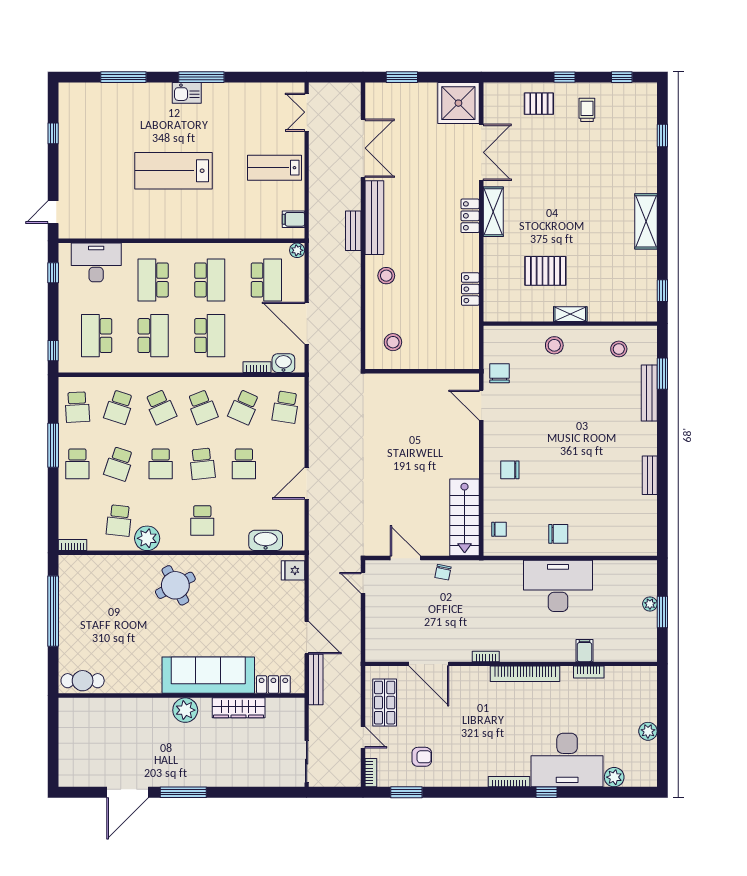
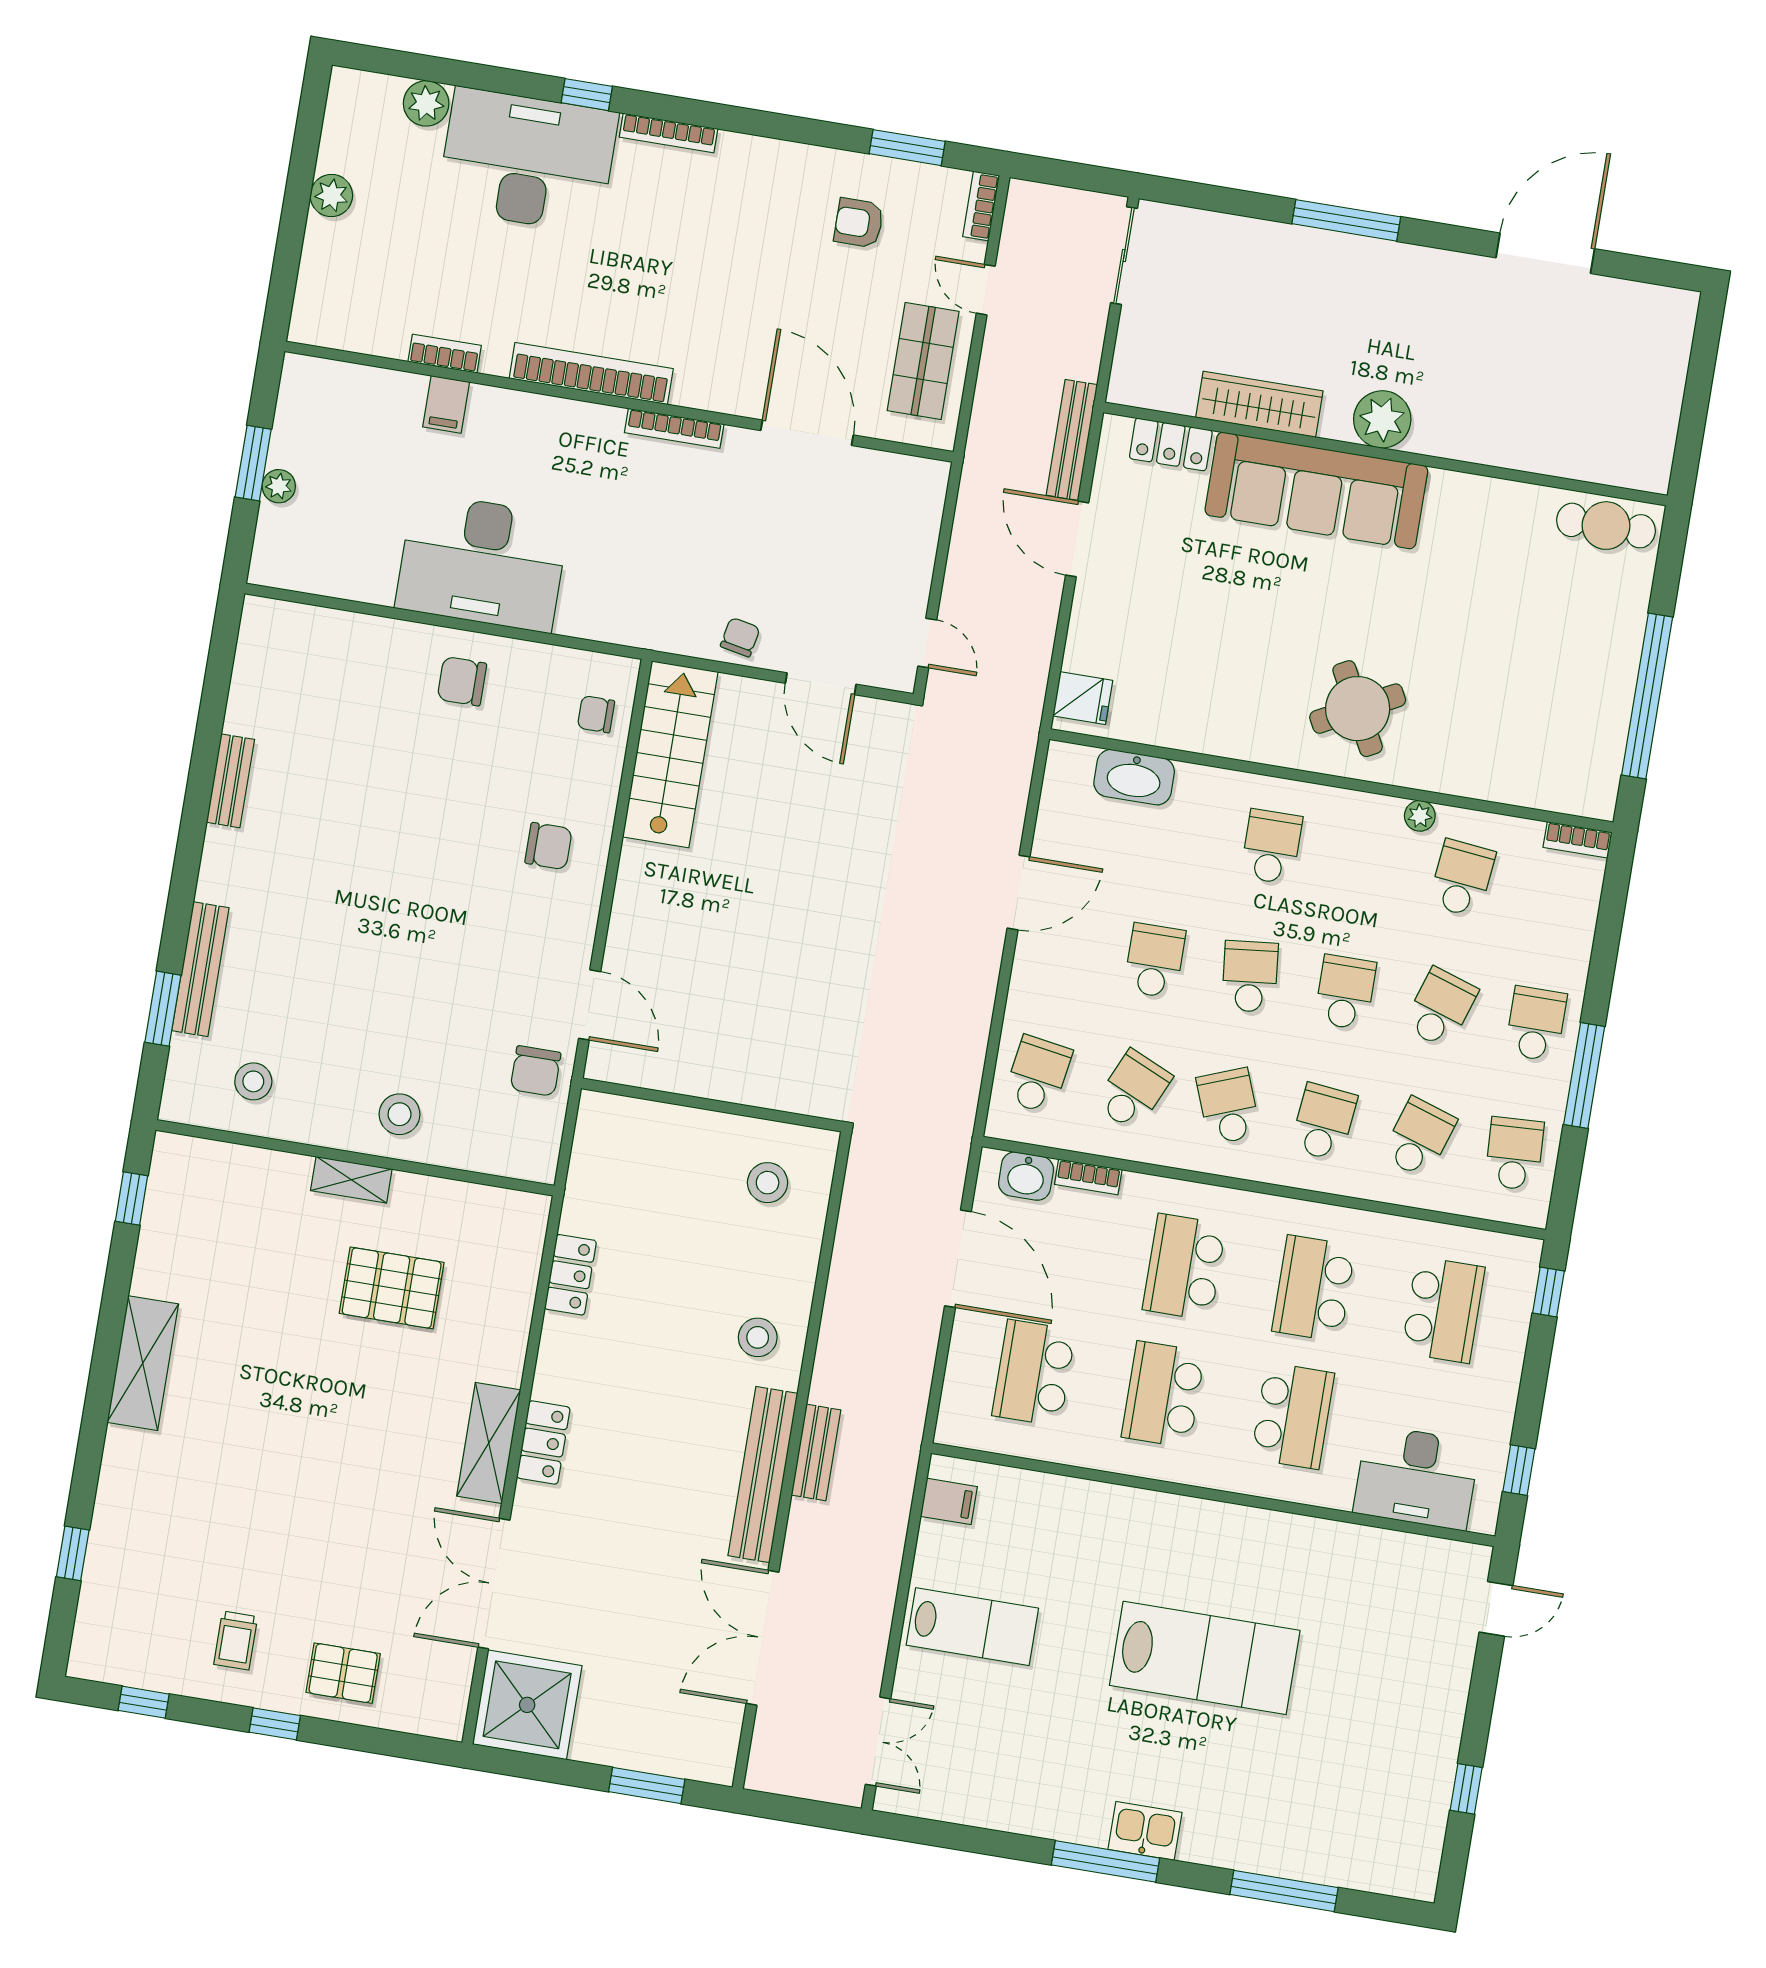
plant: (297, 250) -> (952, 1429), removed
school desk: (161, 407) -> (1324, 1122), turned 30
plant: (147, 538) -> (1420, 816), width x0.53, depth x0.53
bookcase: (486, 656) -> (674, 428), width x1.56
window: (183, 792) -> (1346, 220), moved

